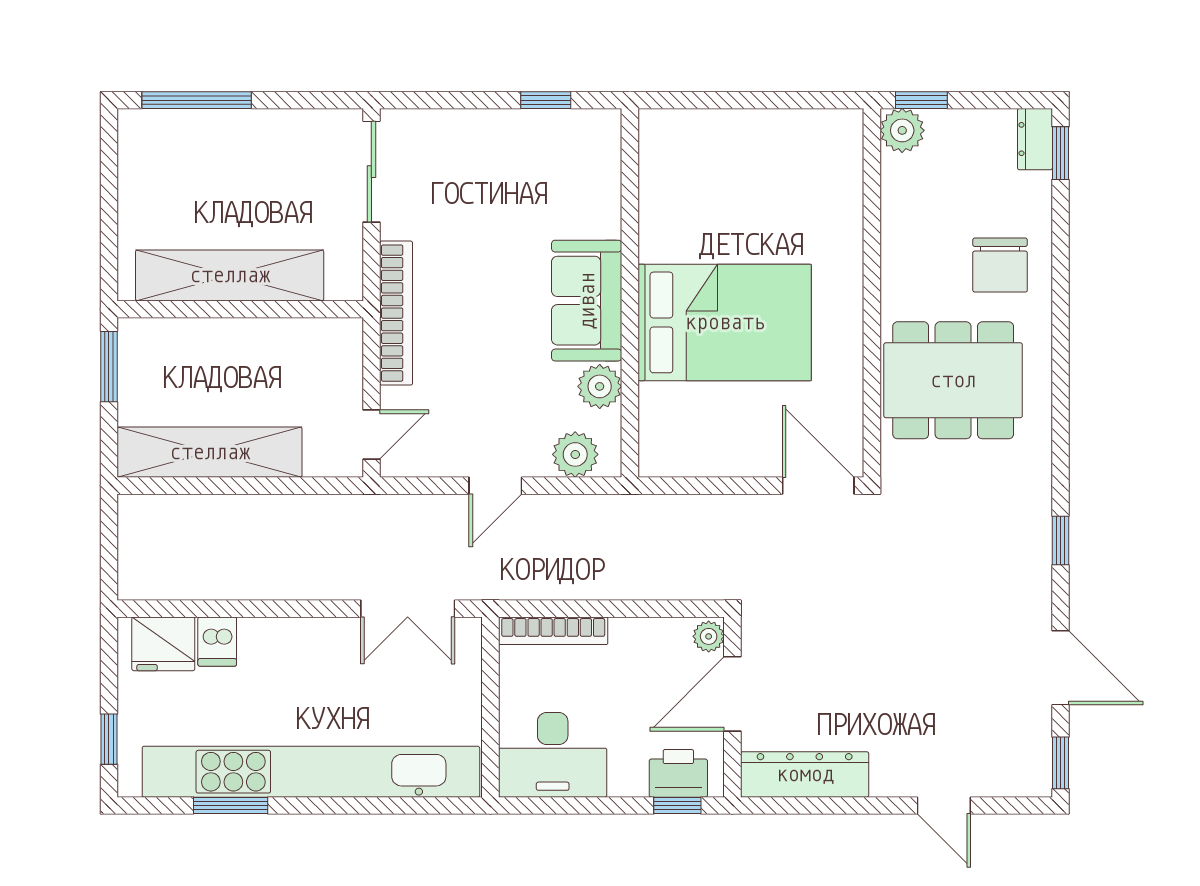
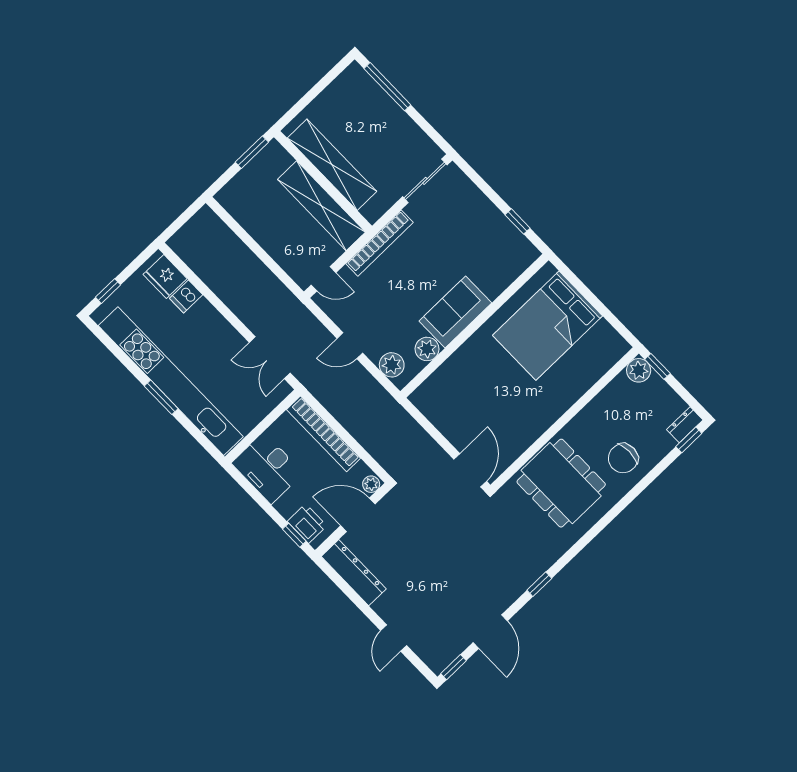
bed: (725, 322) -> (547, 326), moved, turned 90
shelving: (210, 452) -> (321, 206), moved
bookcase: (553, 631) -> (324, 434), width x1.48, depth x1.31
window: (231, 805) -> (161, 397), moved

